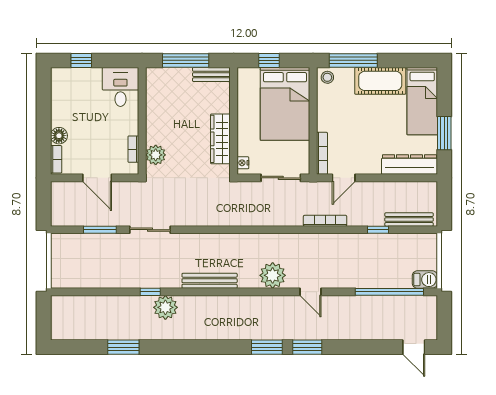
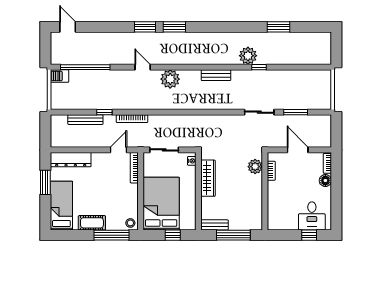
cot: (380, 81) -> (92, 223), width x0.73, depth x0.75
desk: (120, 87) -> (312, 216), moved
bench: (409, 219) -> (85, 120), moved
window: (378, 230) -> (104, 112), moved
bench: (210, 281) -> (216, 75), width x0.73

